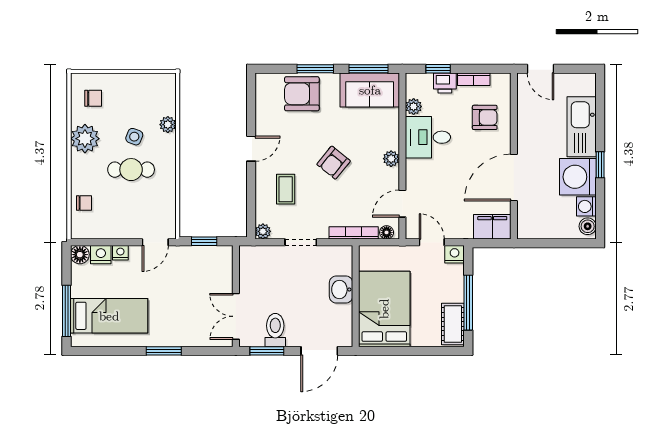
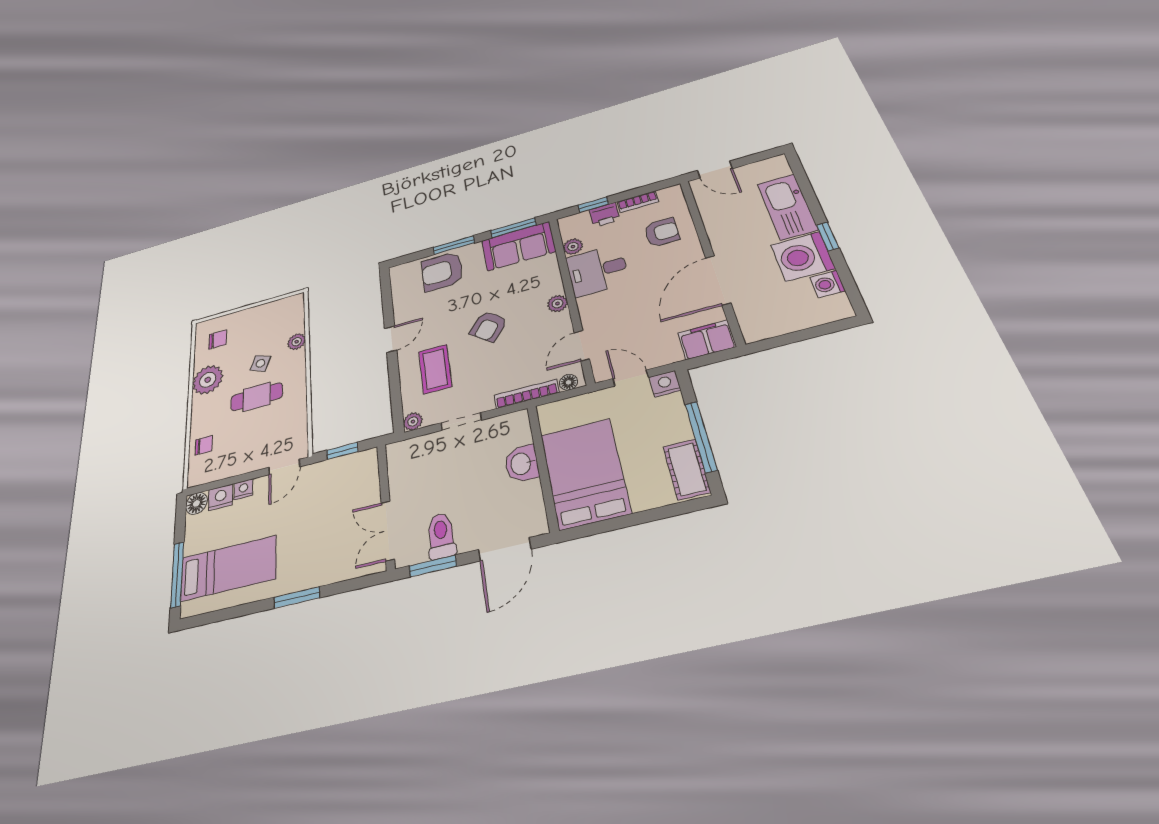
coffee table: (286, 189) -> (435, 369), width x1.36, depth x1.30
boiler: (588, 226) -> (838, 305), removed

